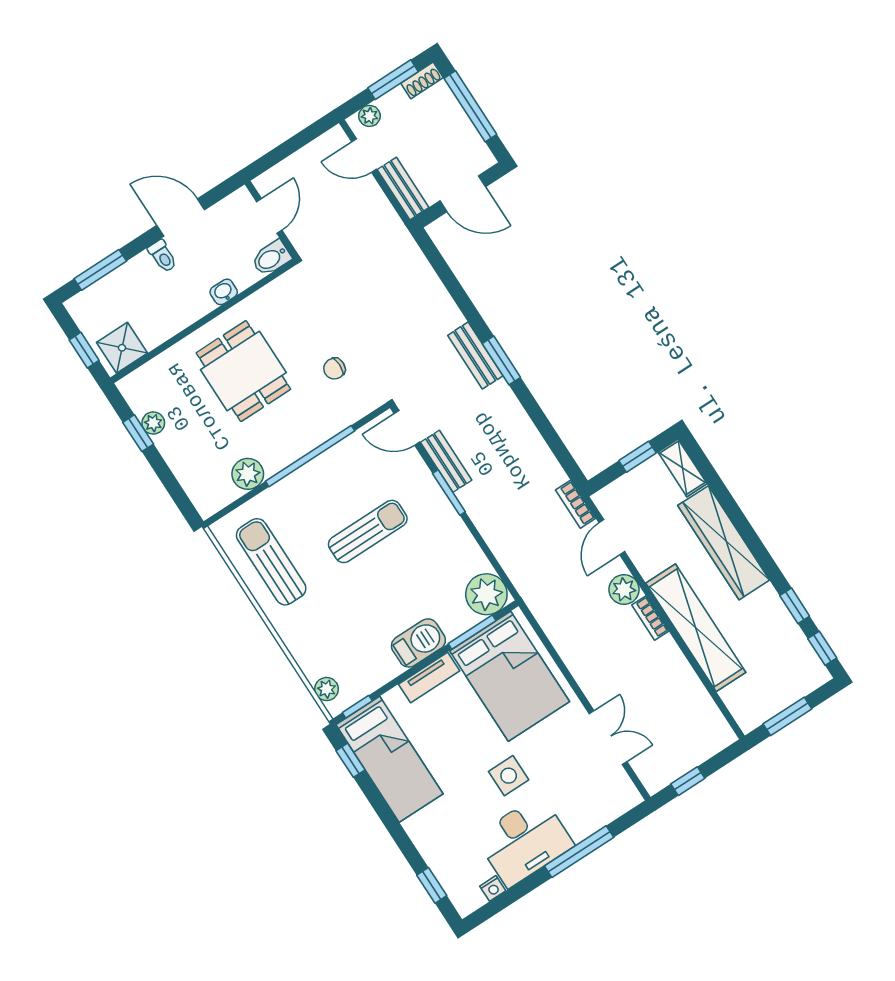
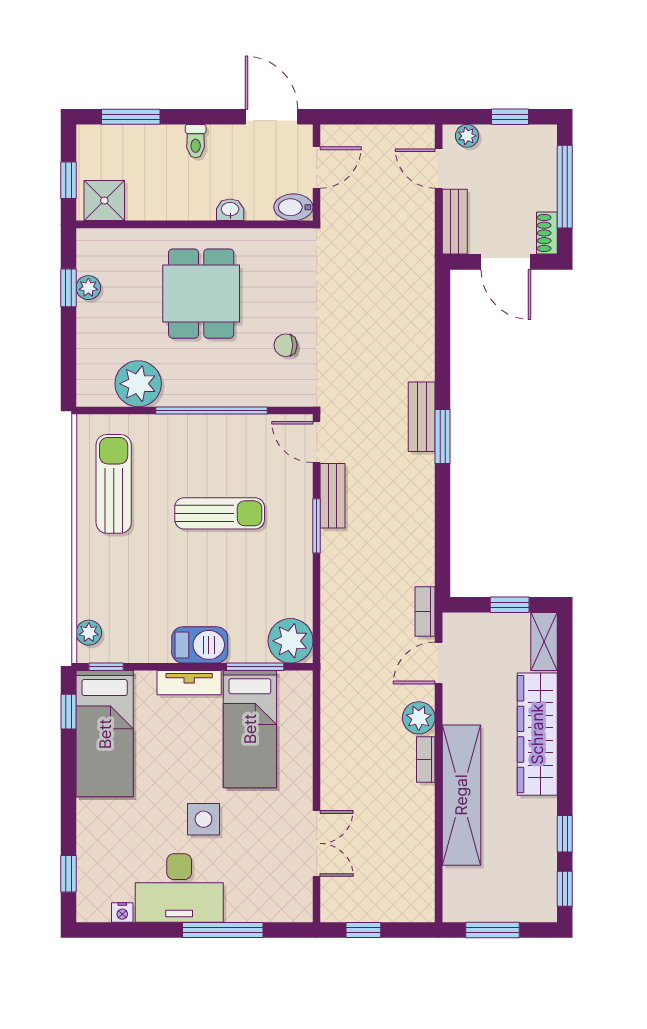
window: (393, 80) -> (510, 117), width x0.67
shoe rack: (422, 80) -> (547, 233), moved, turned 90
door: (181, 218) -> (271, 117), moved
plant: (248, 474) -> (138, 384), width x1.36, depth x1.36
bed: (510, 676) -> (250, 729), width x0.67

